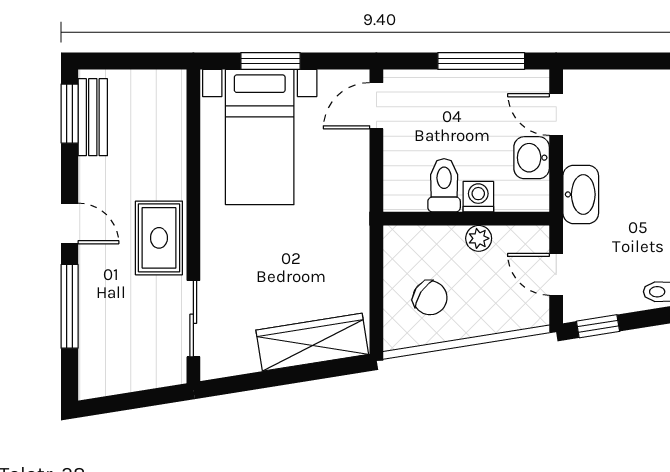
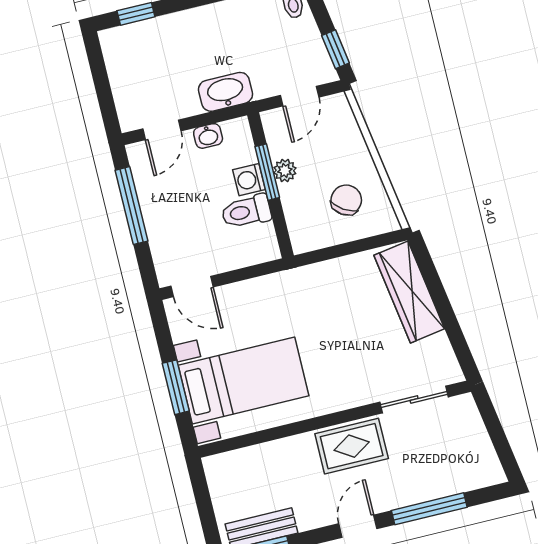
washbasin: (532, 158) -> (208, 136), width x0.72, depth x0.69
window: (482, 219) -> (267, 172), added

